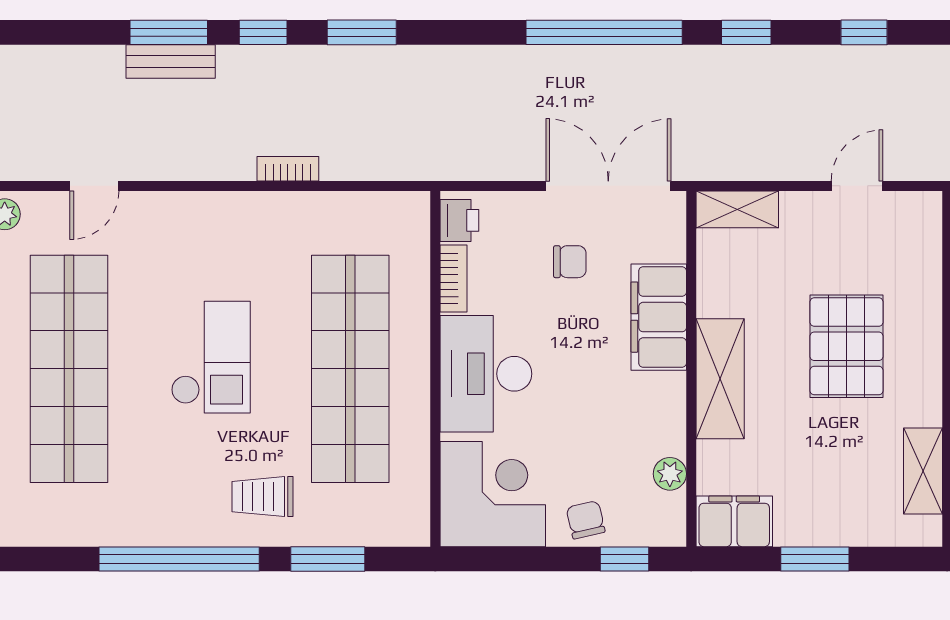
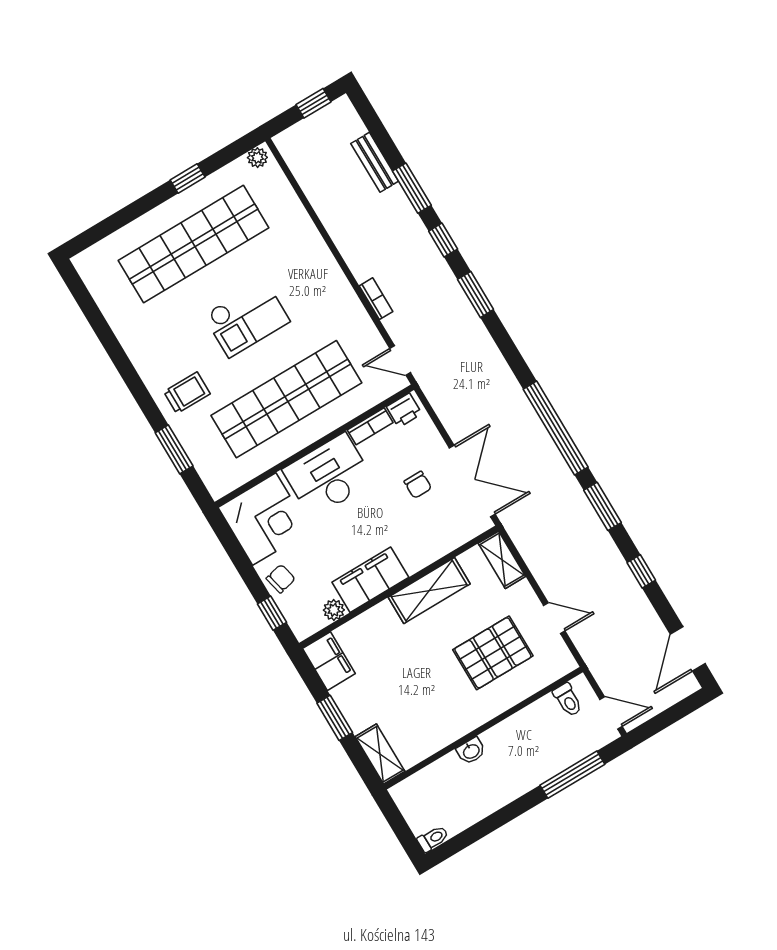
window: (746, 32) -> (602, 506), width x1.50
bench: (171, 62) -> (375, 162), moved
door: (94, 186) -> (400, 361), moved
filing cabinet: (659, 317) -> (370, 580), moved
pallet: (847, 346) -> (493, 653), moved
shelving: (720, 379) -> (429, 591), moved
shelving: (923, 471) -> (380, 754), moved, turned 90
trolley: (262, 497) -> (187, 393), turned 90
window: (179, 559) -> (125, 368), removed

